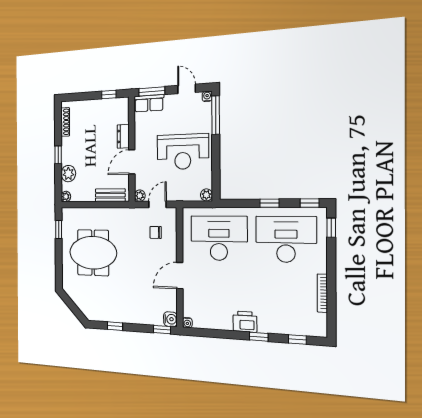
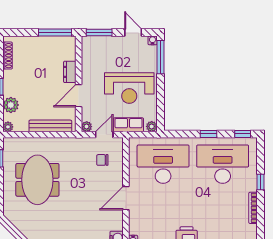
window: (109, 95) -> (55, 33), width x2.17
row of seats: (149, 103) -> (129, 125), moved, turned 180
bench: (110, 195) -> (50, 126), width x1.36
window: (331, 228) -> (260, 182), moved
meeting table: (93, 253) -> (37, 180), turned 90

